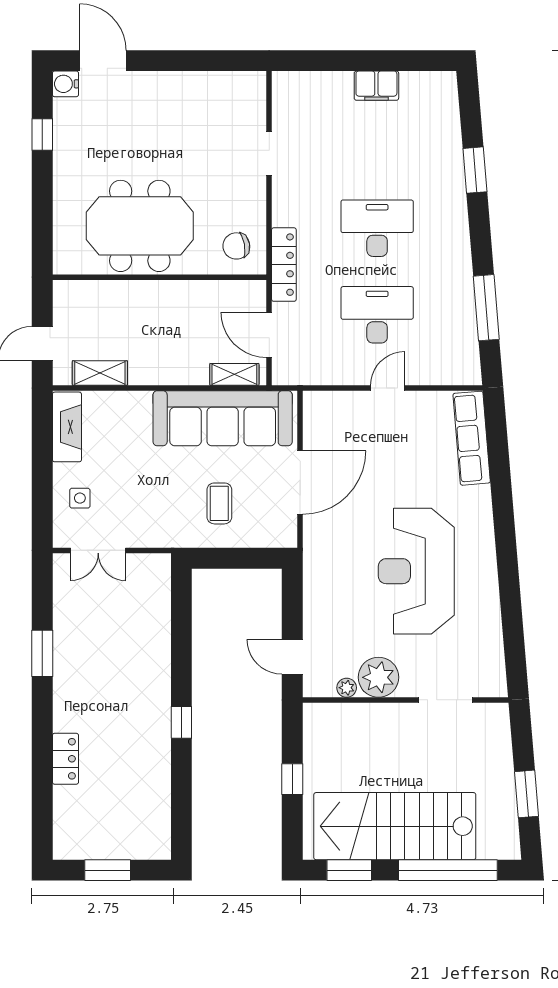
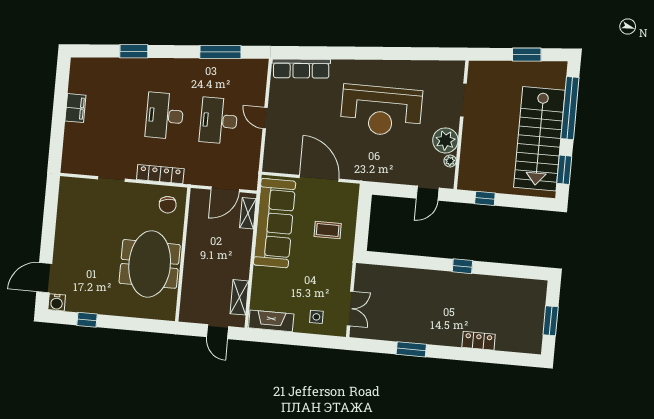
locker: (284, 265) -> (160, 174), moved
window: (292, 779) -> (485, 198), moved

